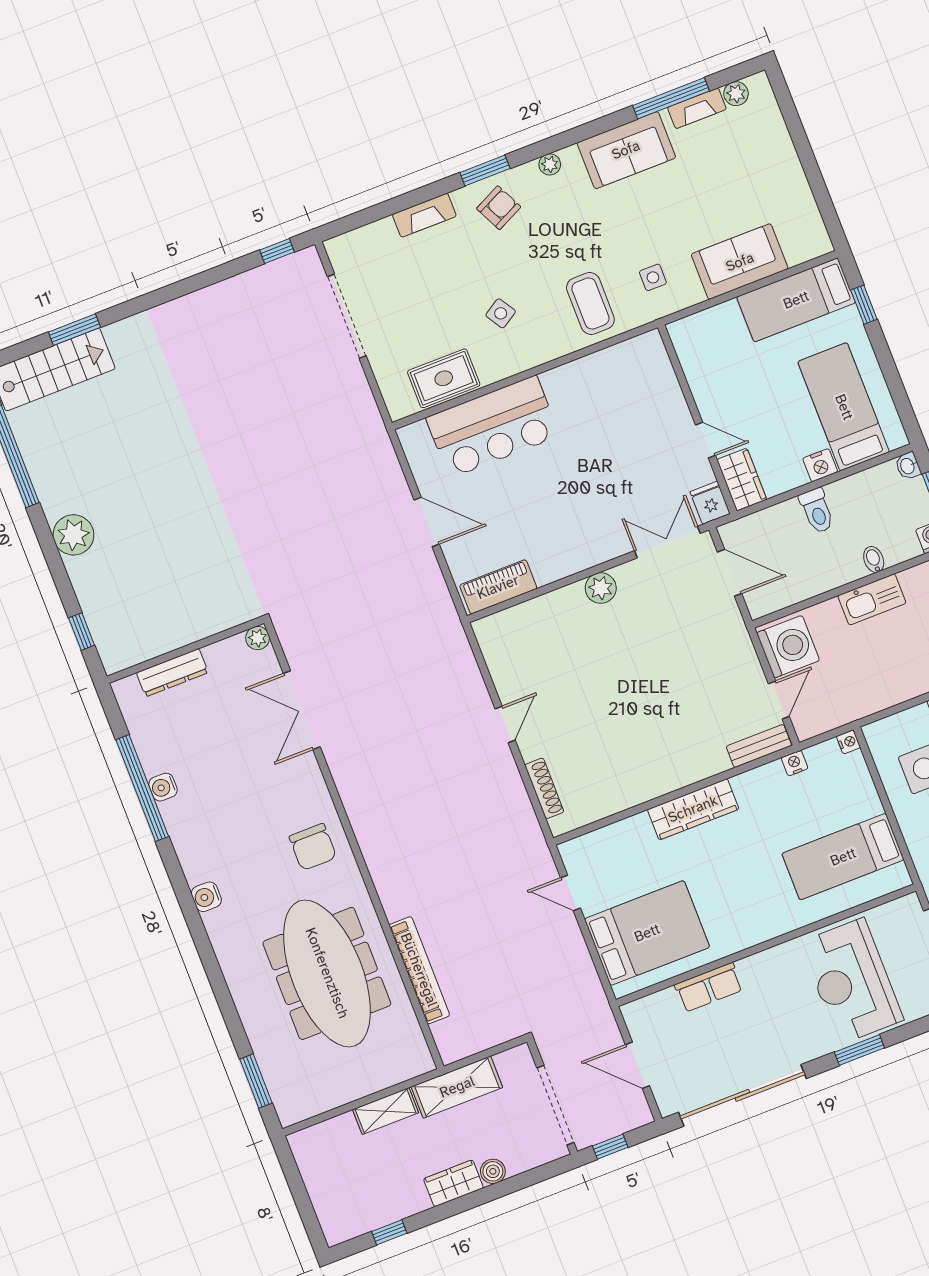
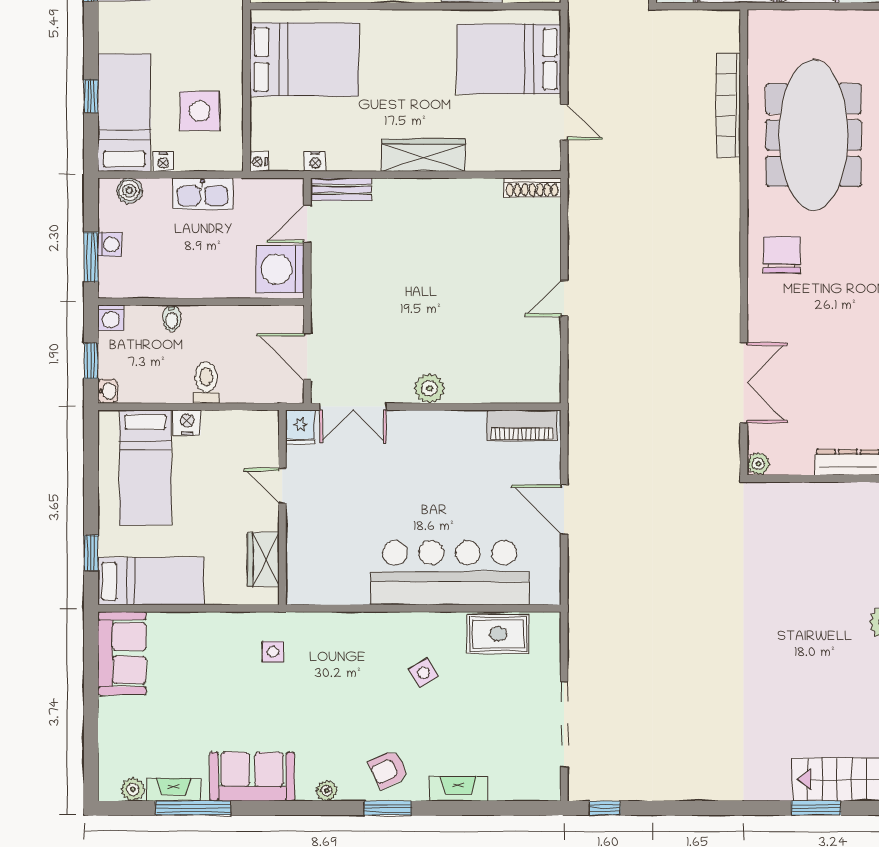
sofa: (740, 262) -> (122, 653), moved, turned -90
coffee table: (590, 303) -> (339, 650), removed
bar counter: (493, 427) -> (450, 573), width x1.36
wardrobe: (742, 480) -> (263, 559), moved
kitchen sink: (872, 599) -> (203, 194), moved, turned 180
shoe rack: (544, 788) -> (532, 188), moved, turned -90
bed: (843, 857) -> (304, 59), width x1.50

